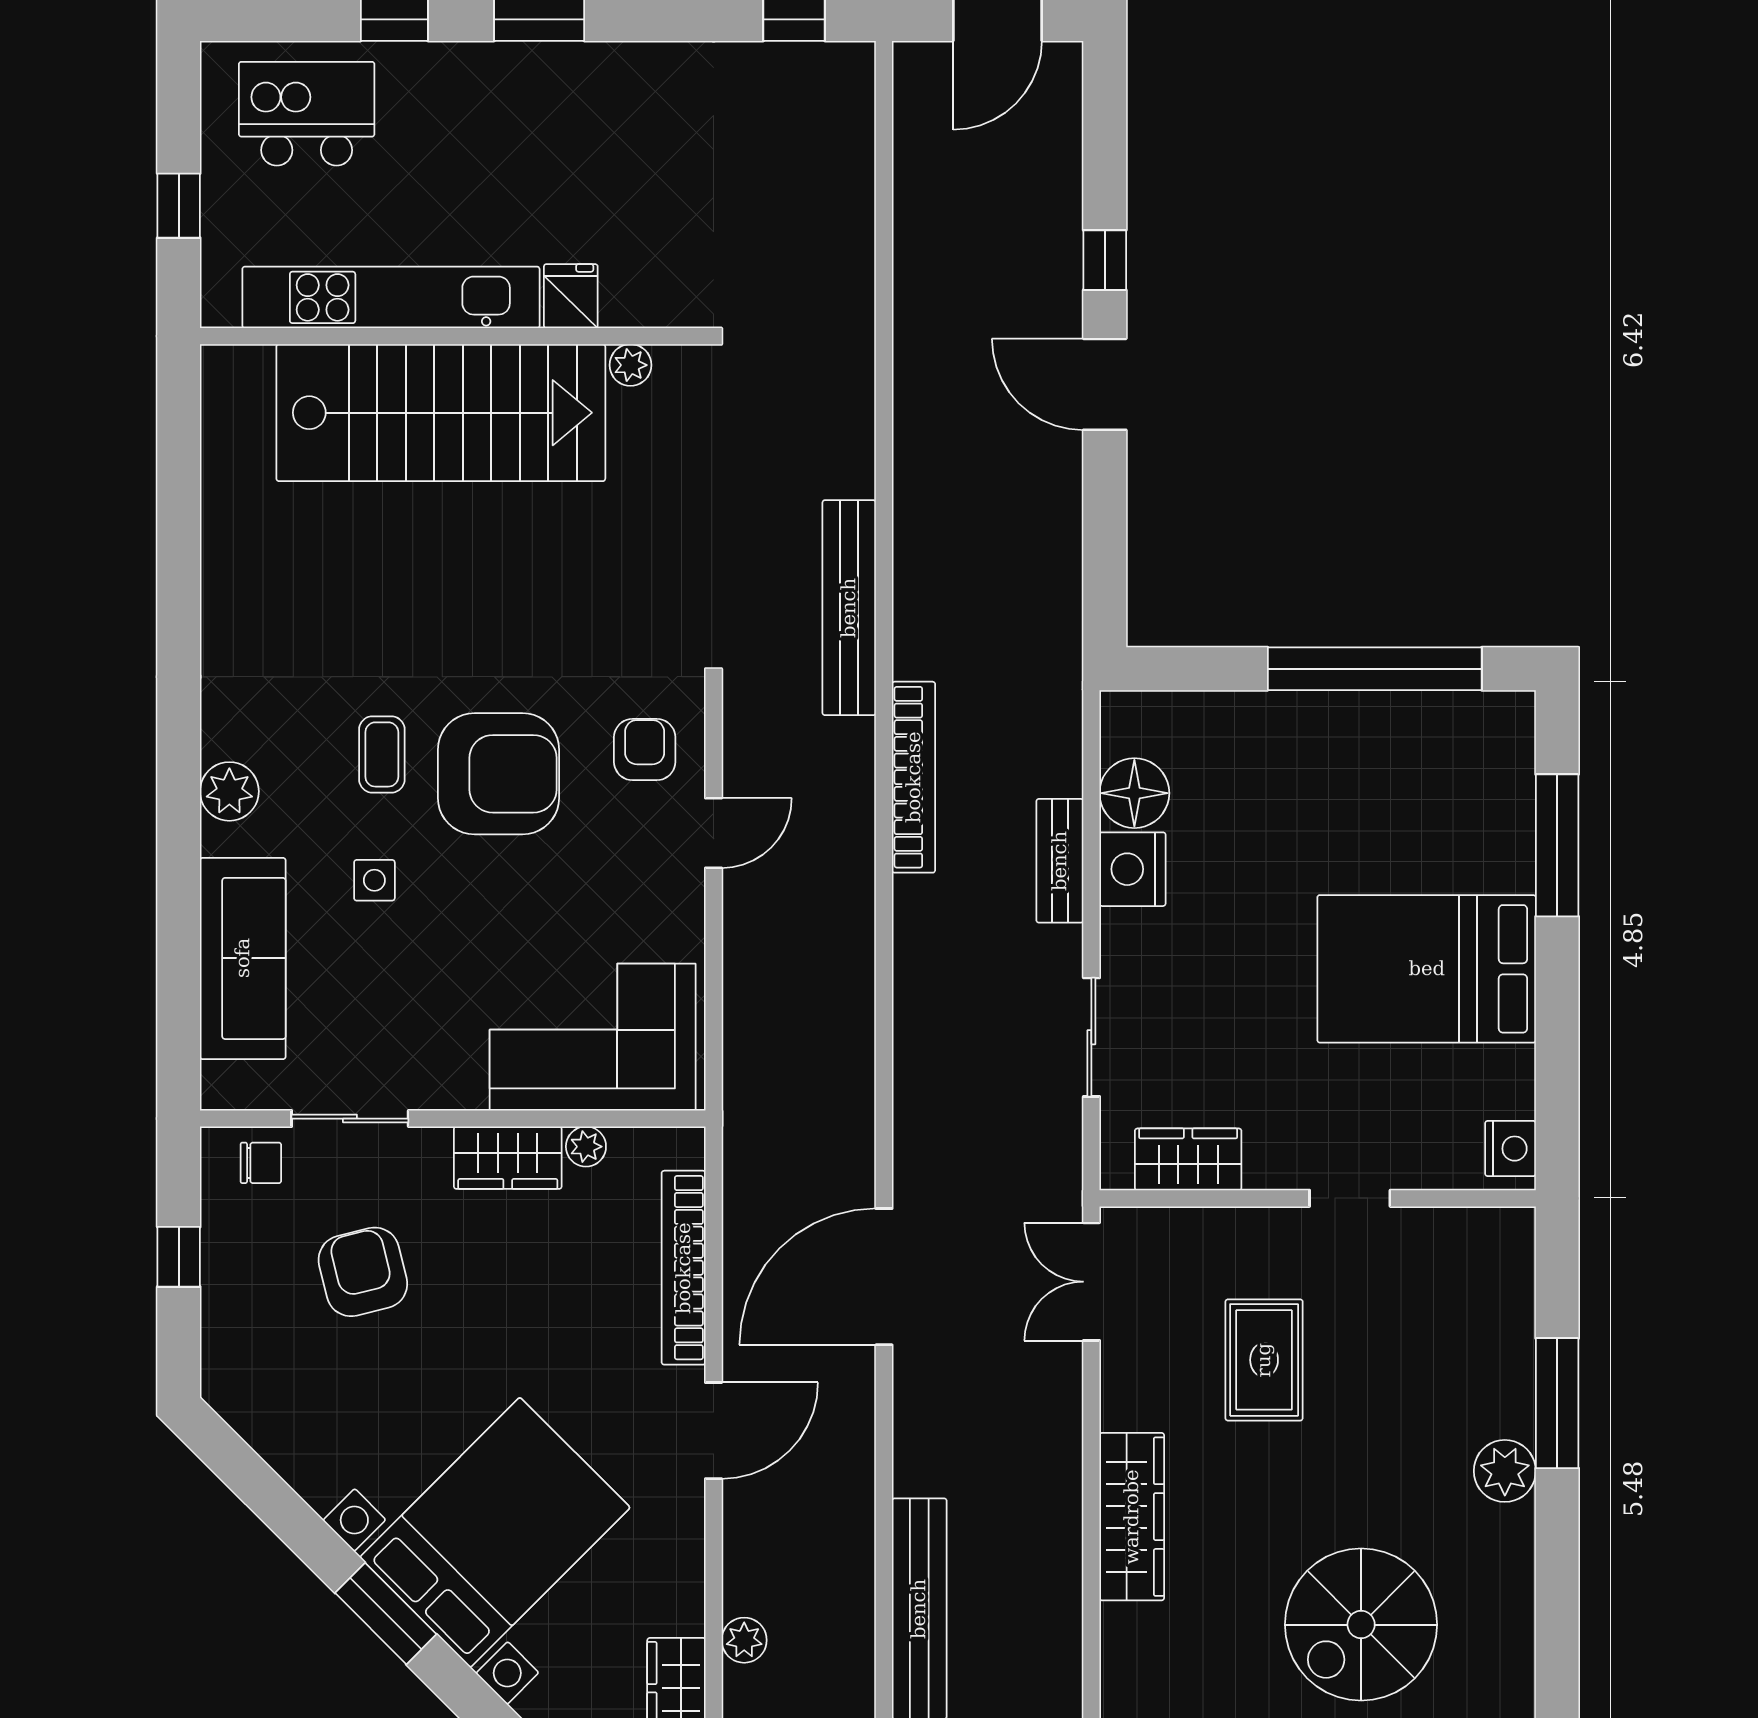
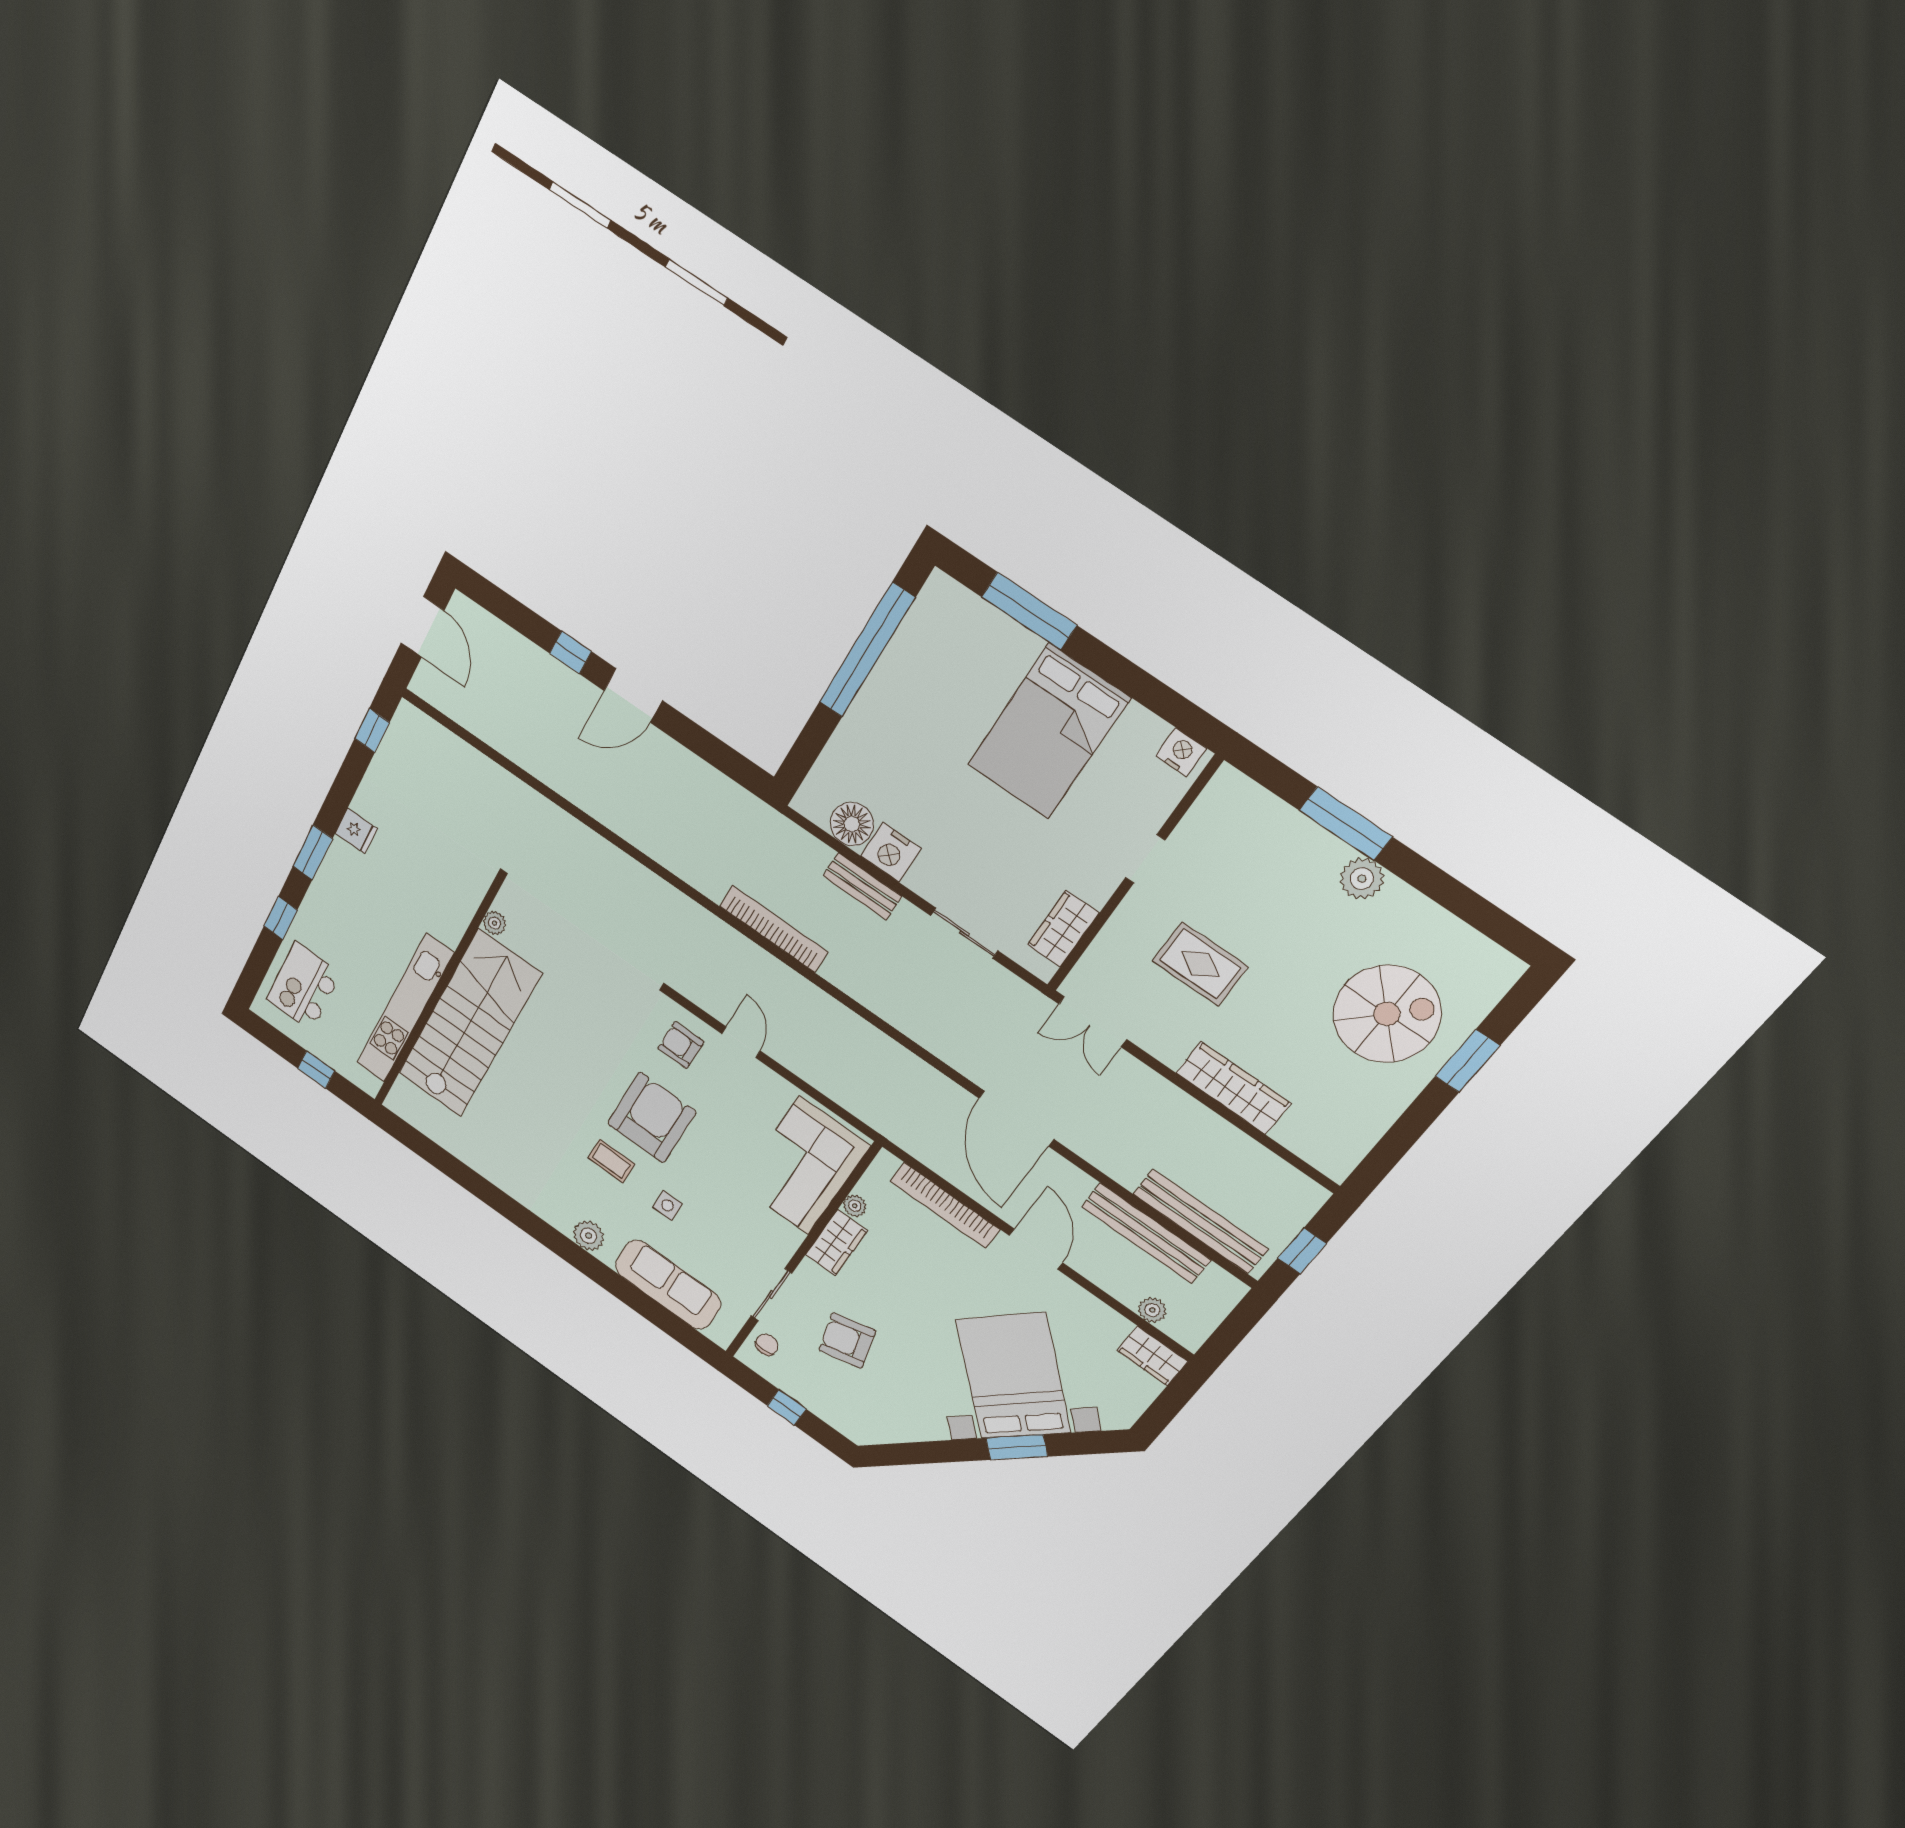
fridge: (571, 296) -> (356, 831), moved, turned 180
bench: (849, 608) -> (1146, 1233), moved
spiral stairs: (1361, 1625) -> (1387, 1014), turned -90

